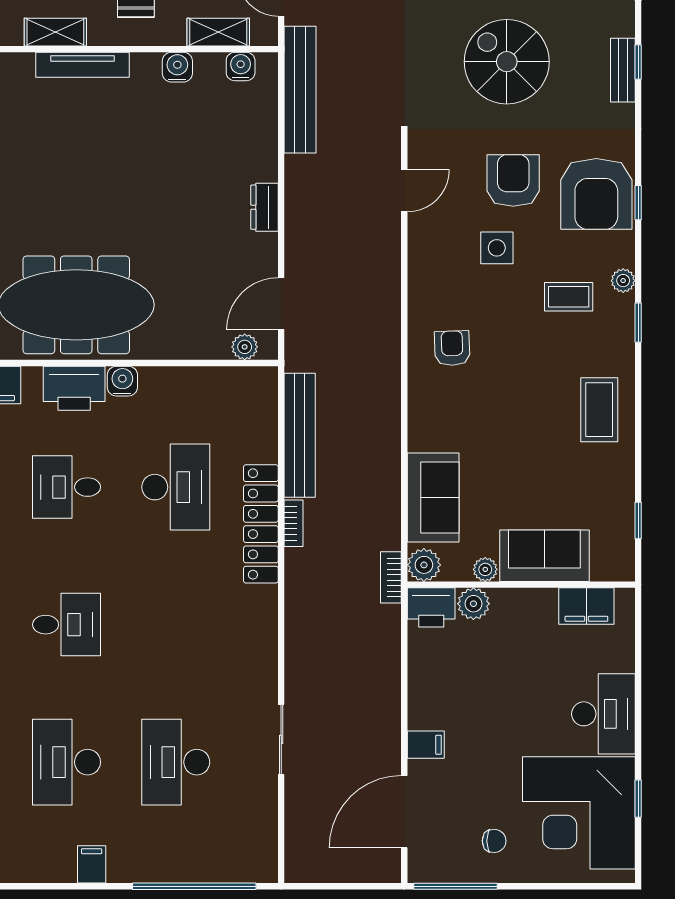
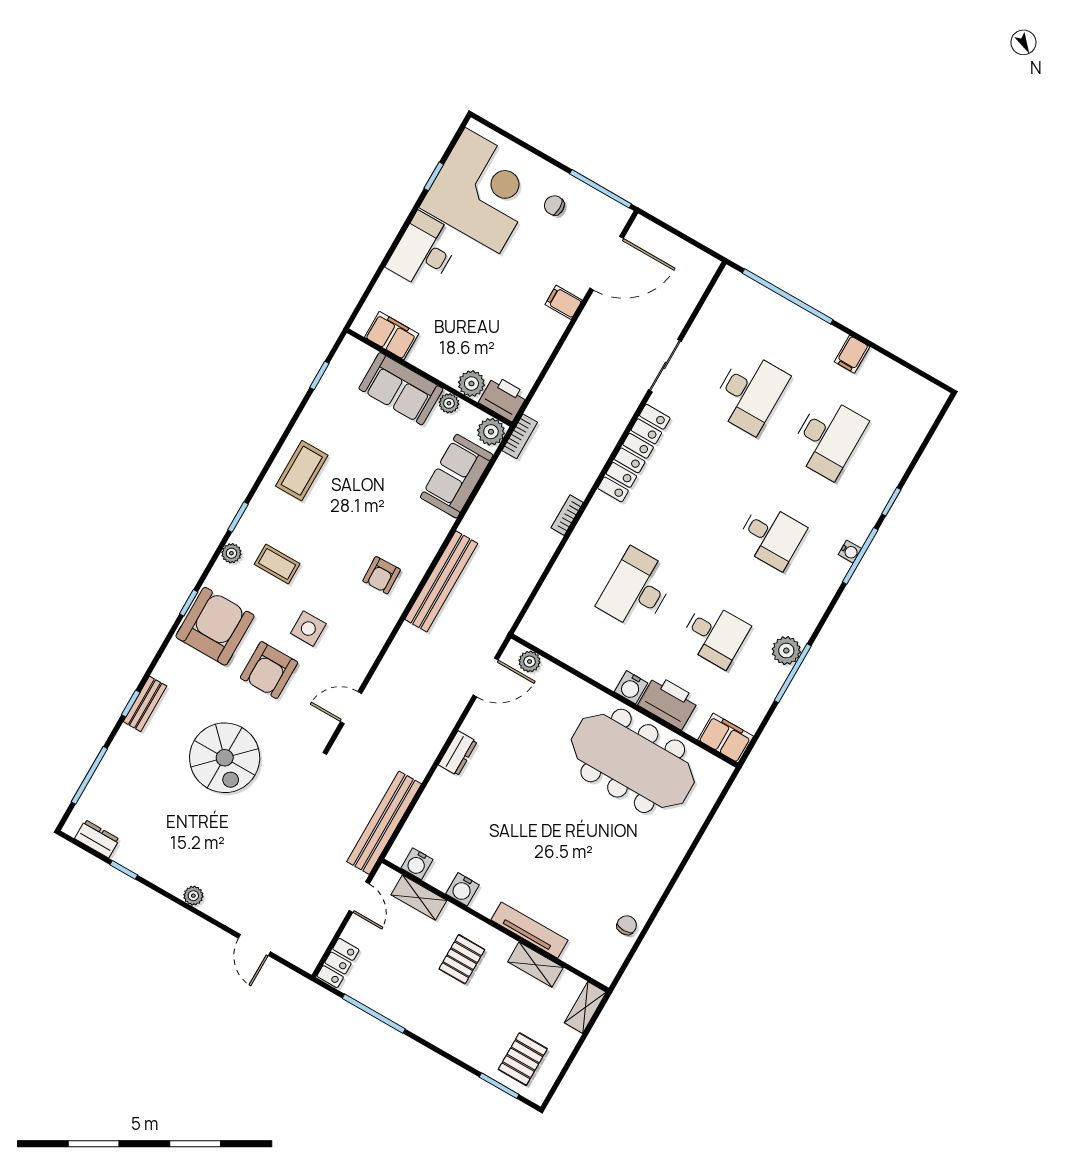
bench: (300, 435) -> (441, 581), moved
locker: (261, 524) -> (634, 453), moved
desk: (67, 625) -> (771, 536), turned 180

